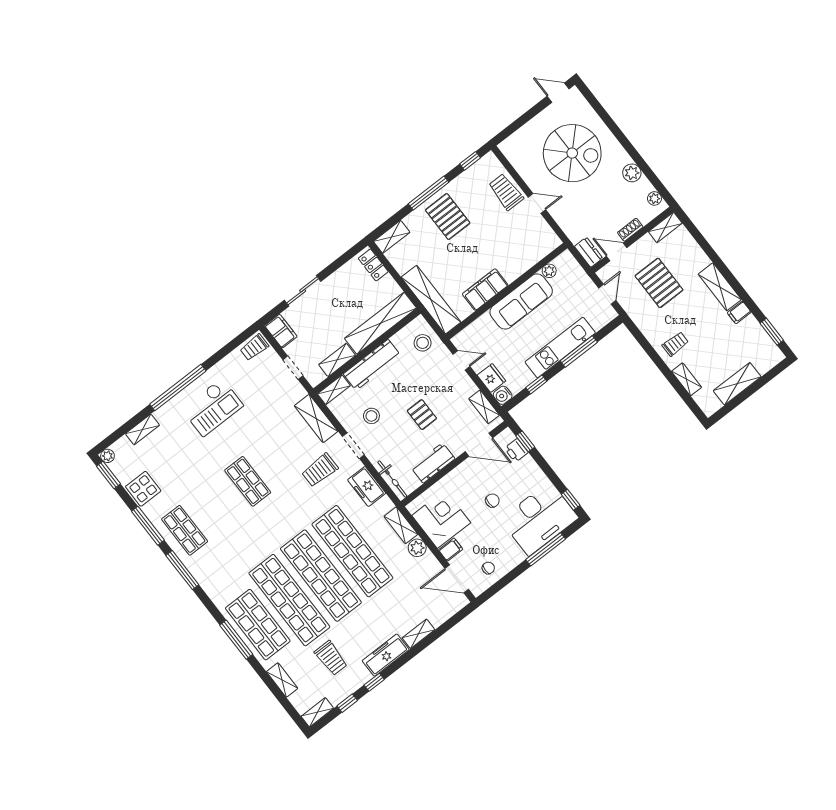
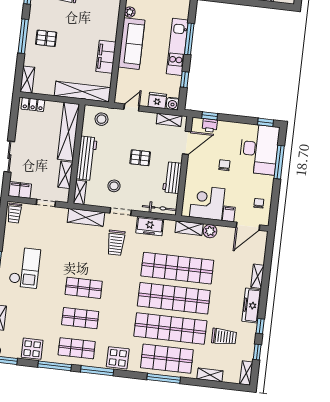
pallet: (448, 217) -> (46, 38), width x0.67, depth x0.71
shop shelf: (216, 506) -> (80, 318), added
display table: (213, 578) -> (118, 358), added

